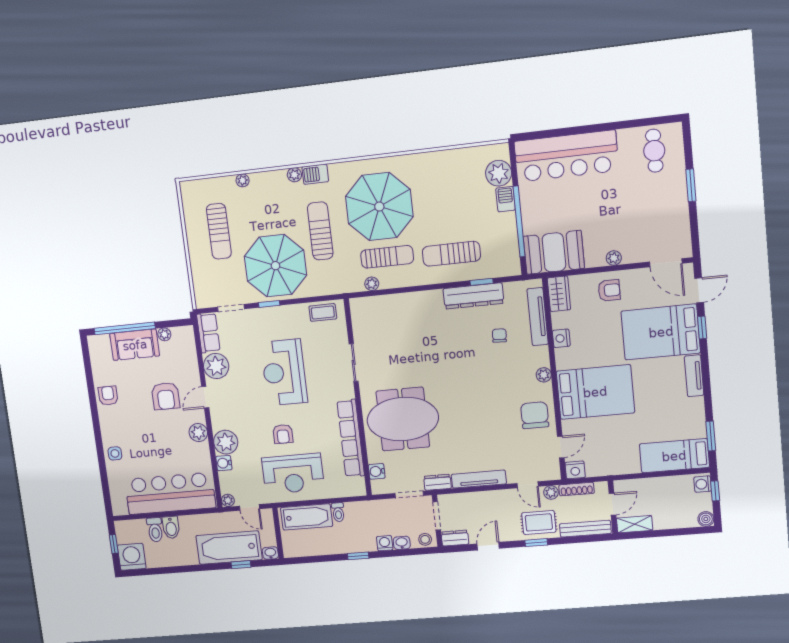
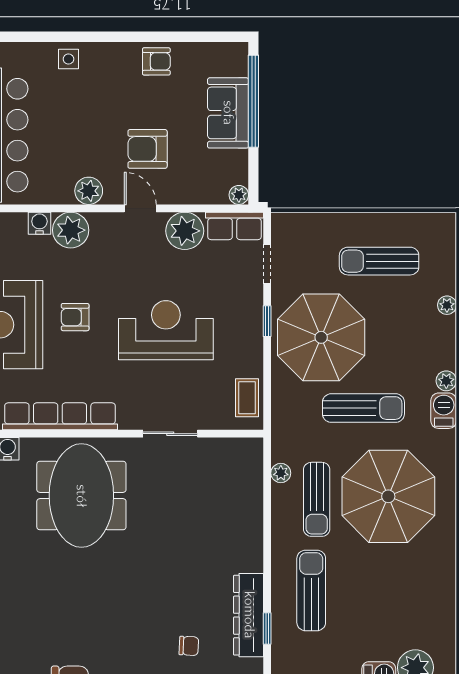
plant: (164, 334) -> (239, 195), moved

